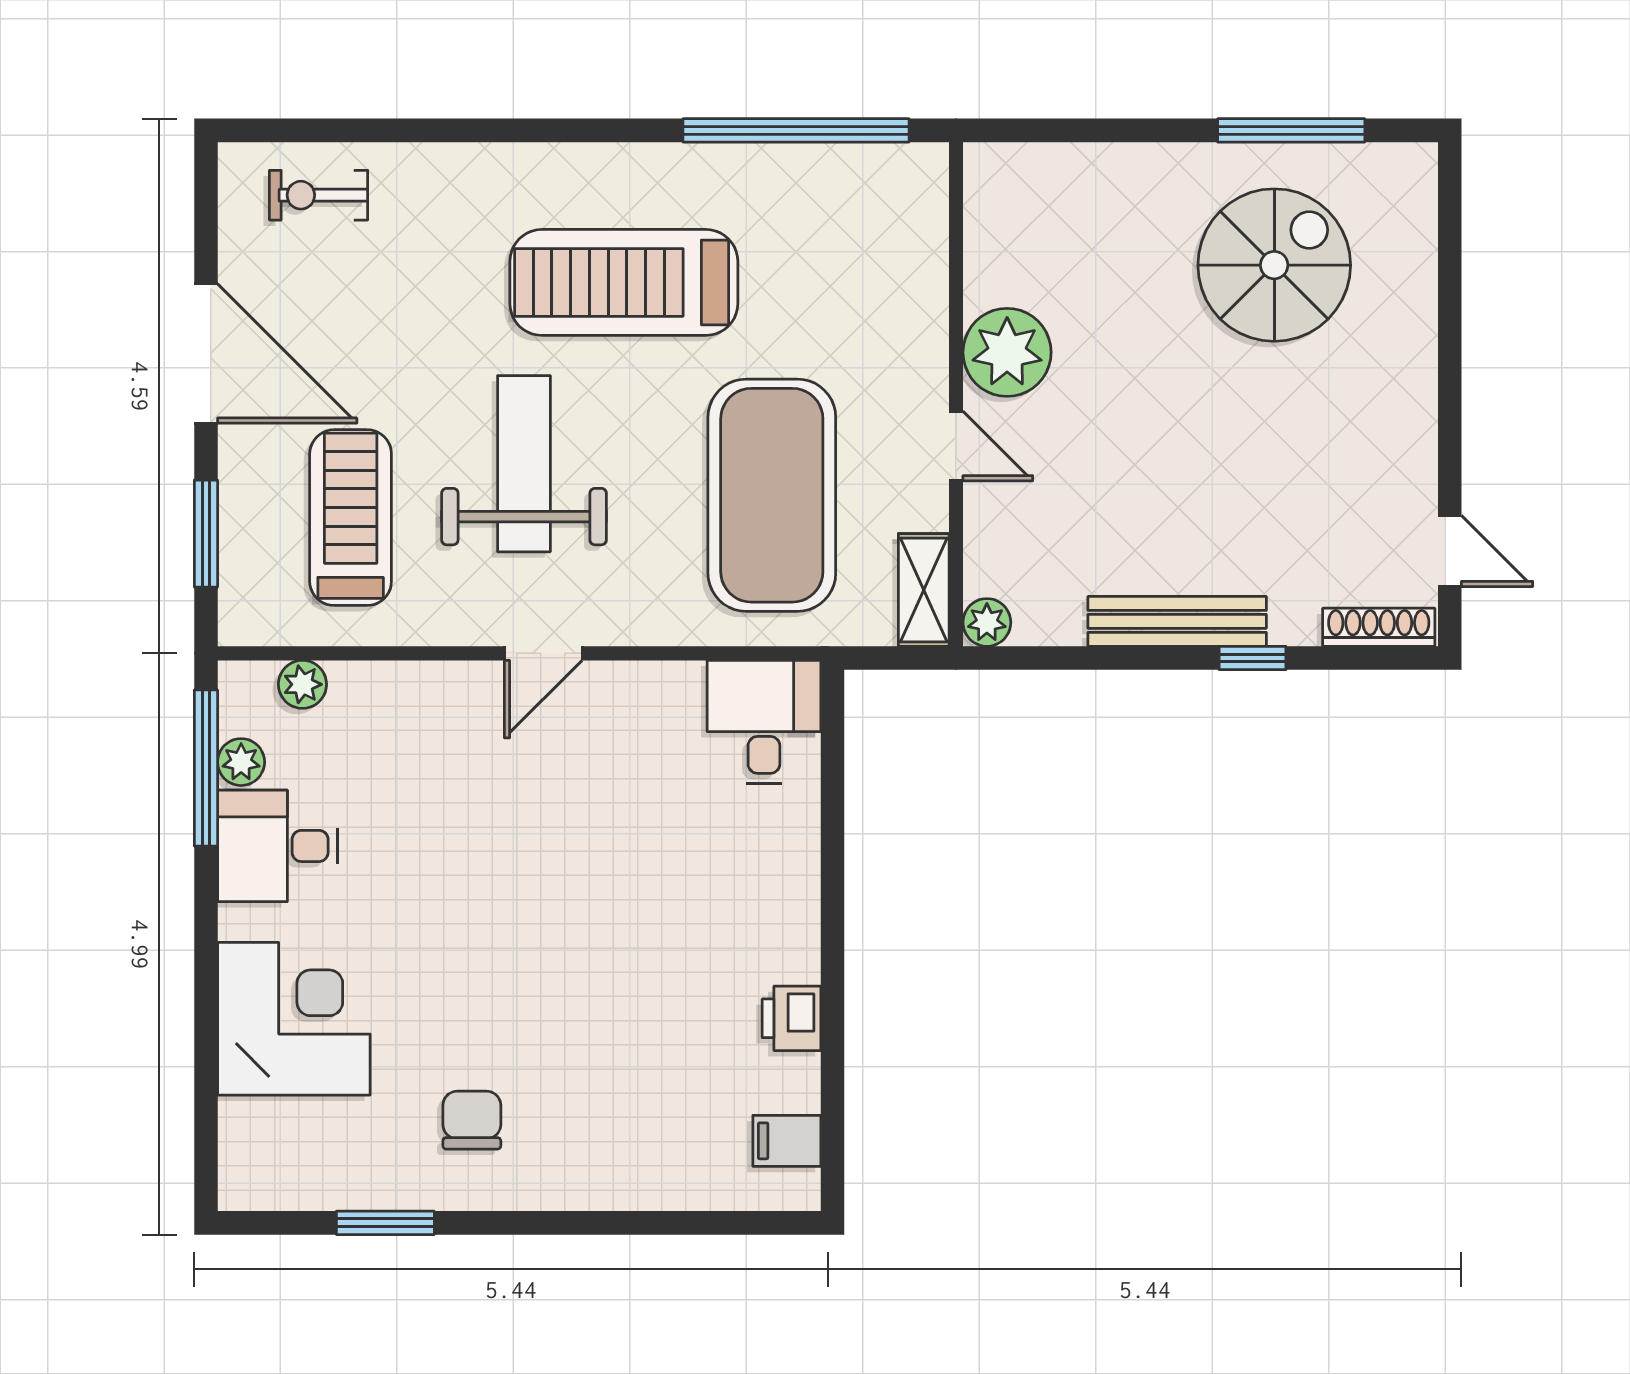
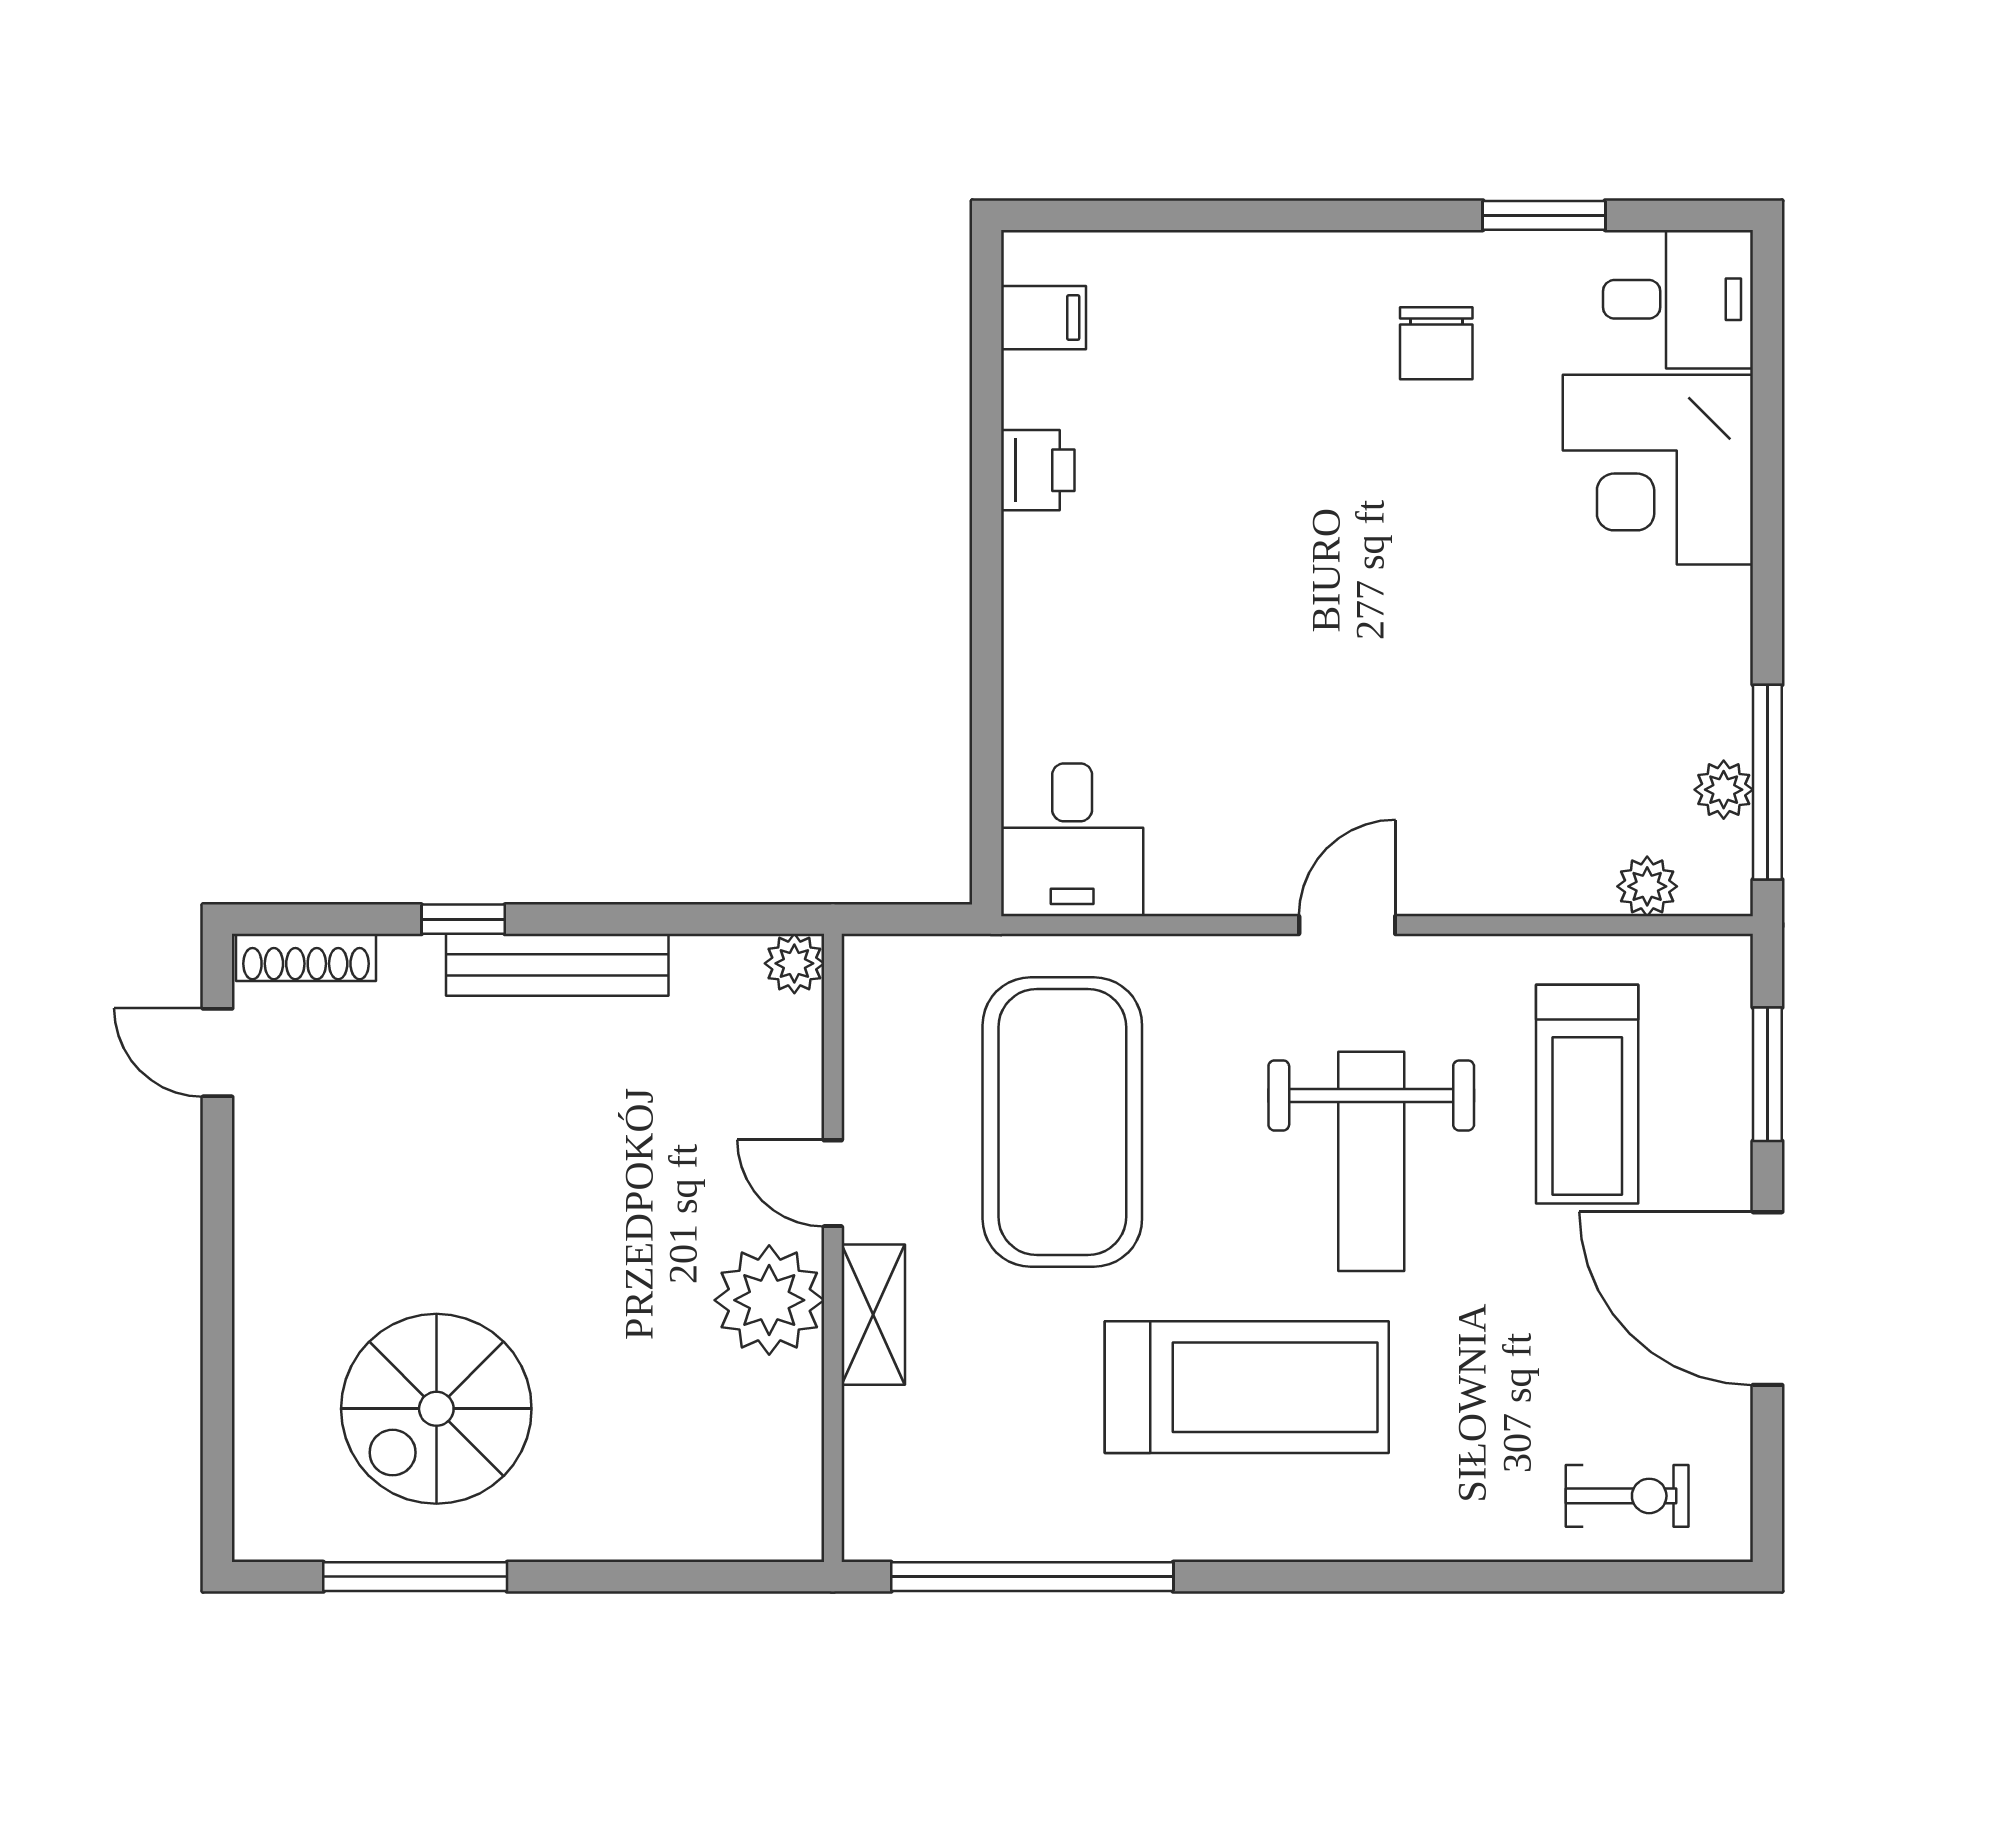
shelving: (924, 590) -> (873, 1315), moved
desk: (278, 846) -> (1678, 299), moved

